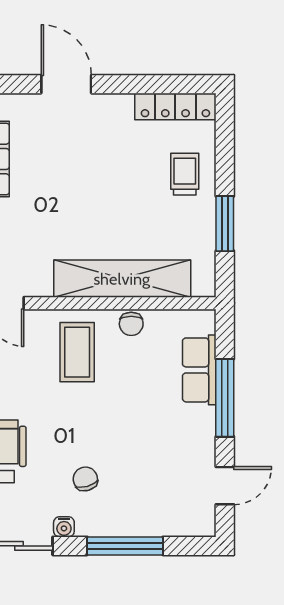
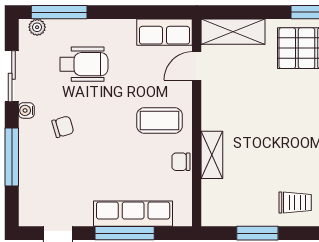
shelving: (122, 279) -> (212, 155), width x0.45, depth x0.75
row of seats: (199, 370) -> (133, 214), width x1.48

